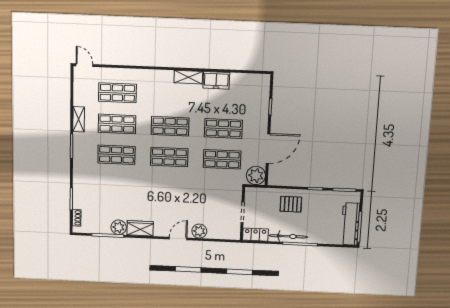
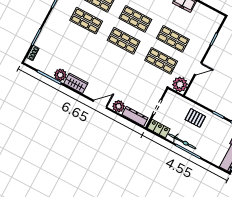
door: (268, 148) -> (198, 69), width x0.53
dresser: (223, 234) -> (135, 116), added

